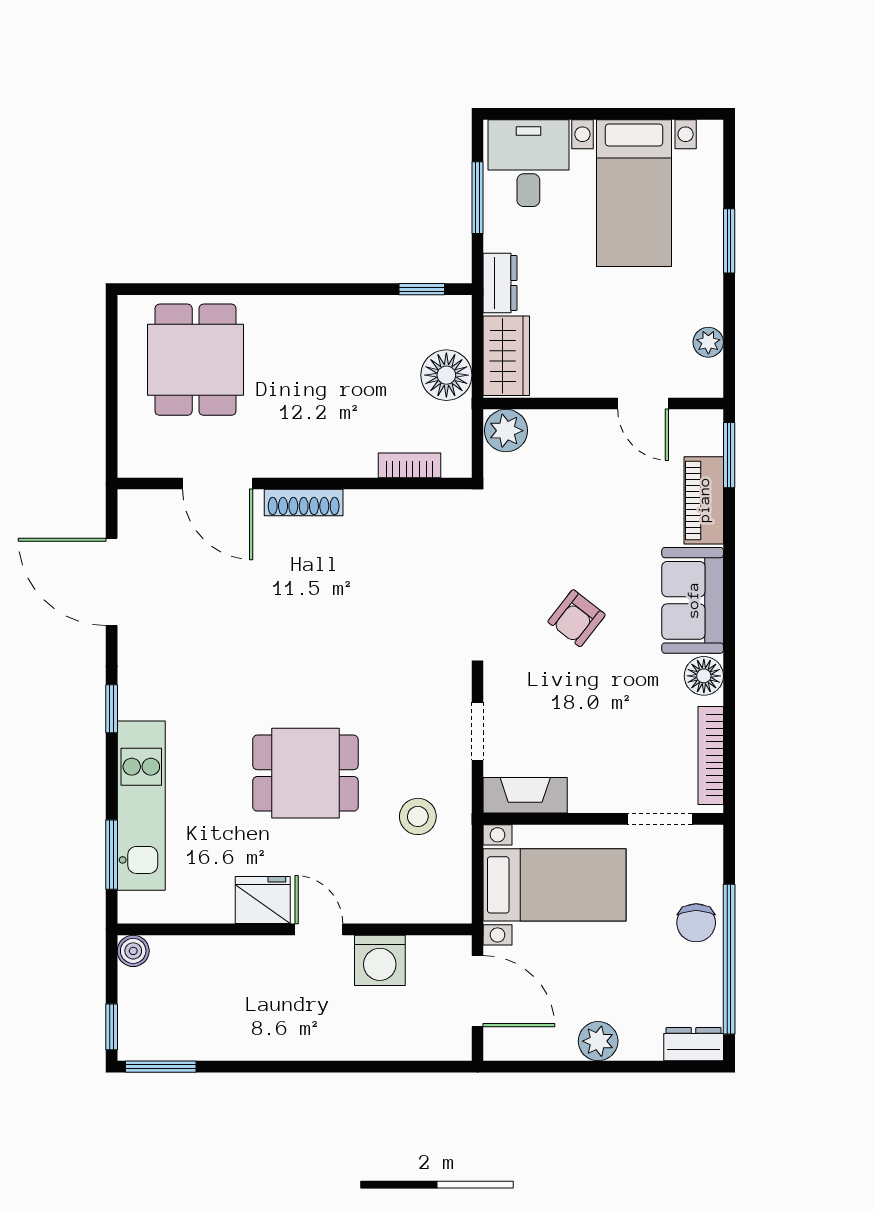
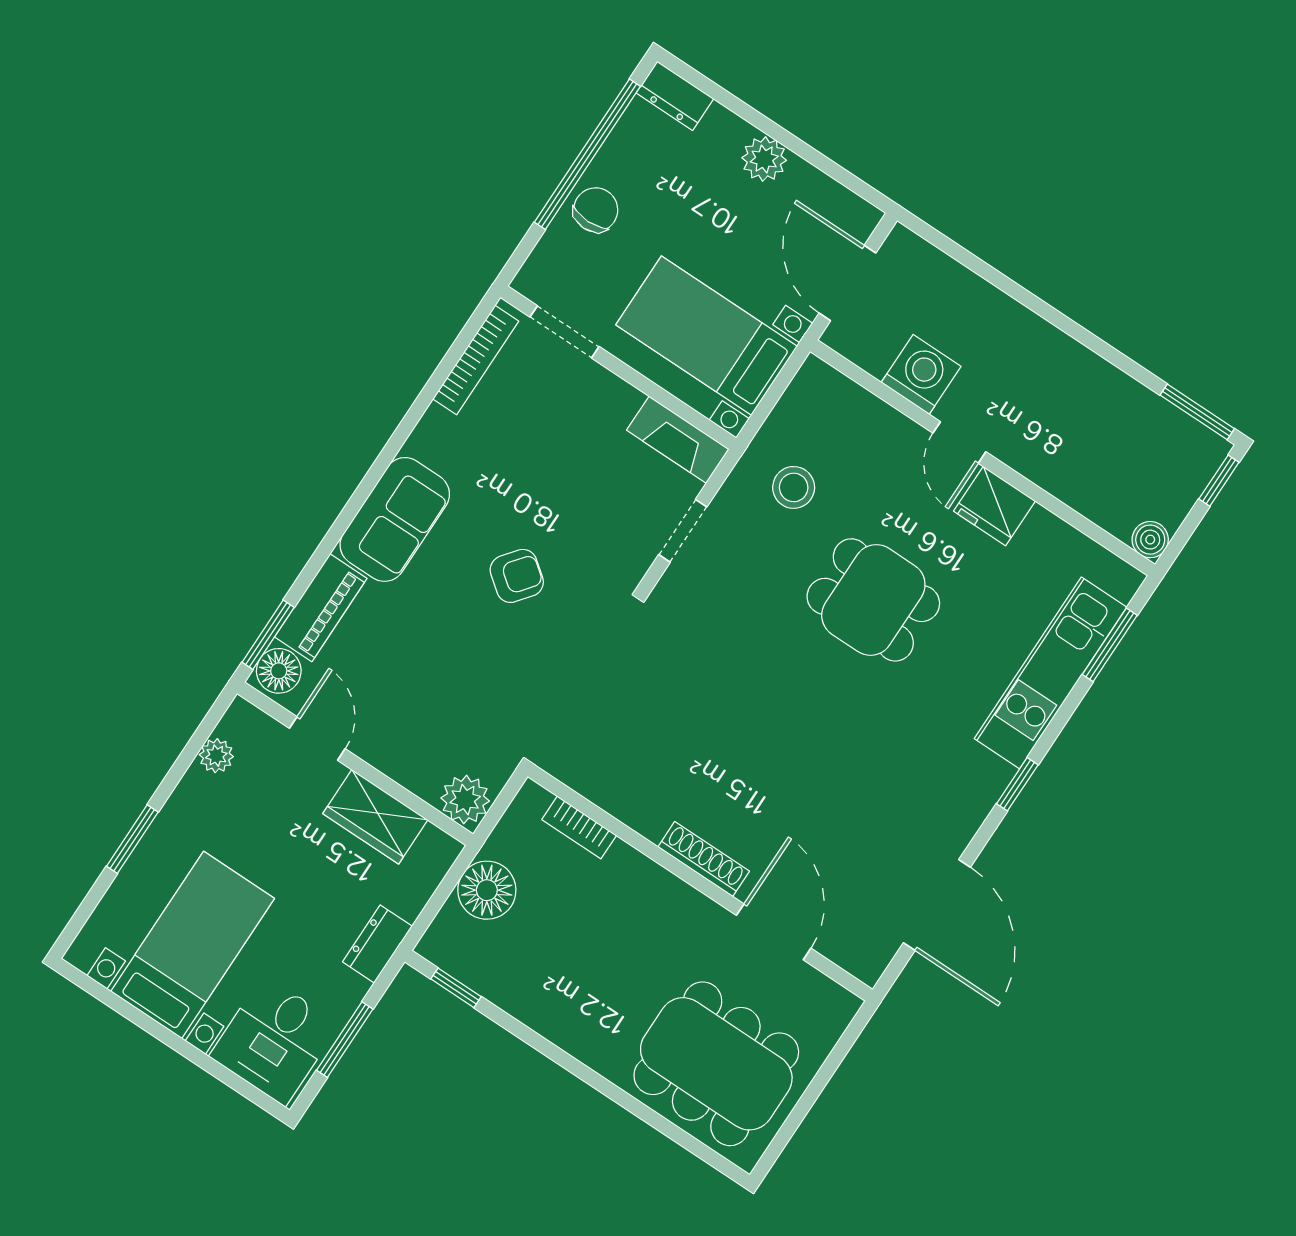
wardrobe: (506, 356) -> (375, 817), moved, turned -90
dining table: (196, 360) -> (716, 1064), width x1.38
floor lamp: (704, 676) -> (279, 671), moved

